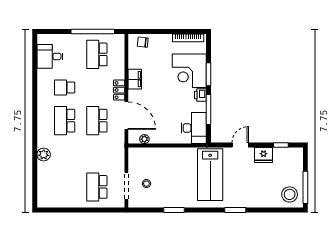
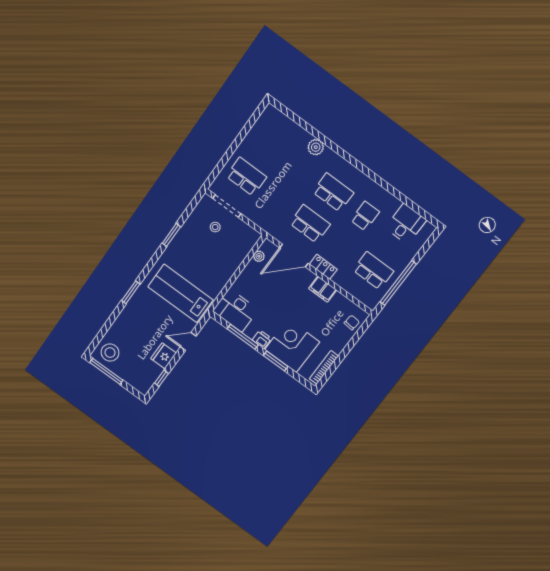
door: (240, 145) -> (188, 342), swing flipped

